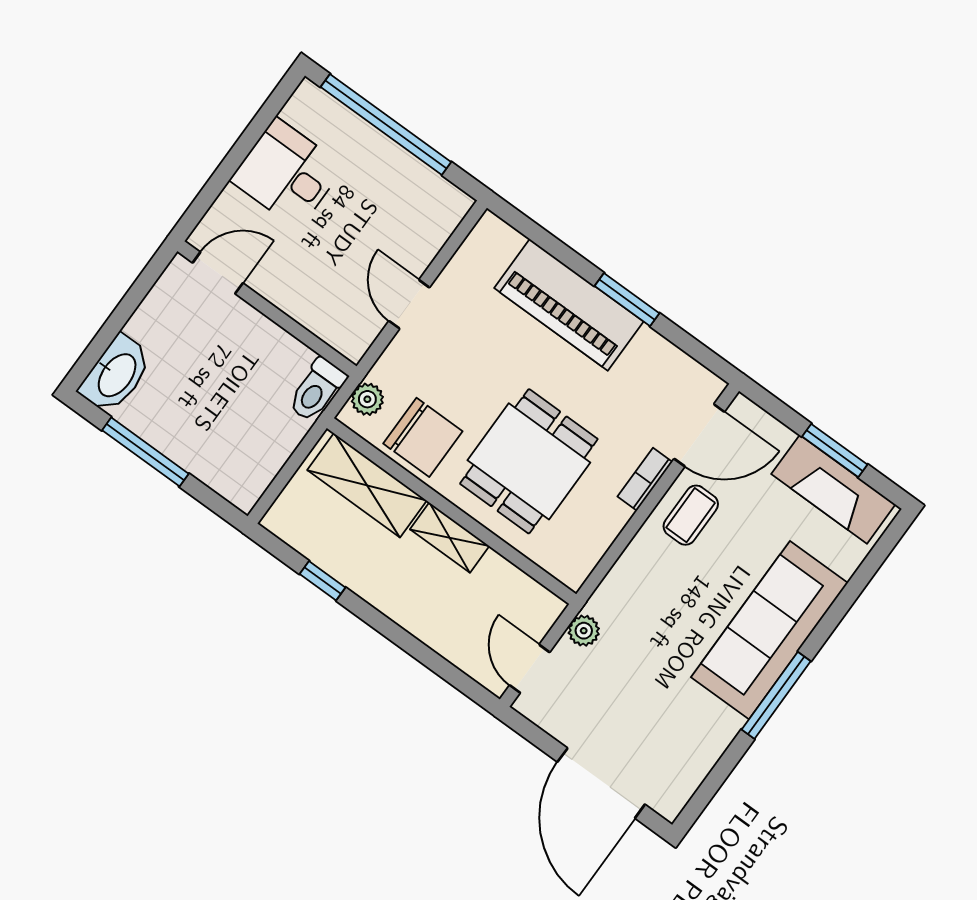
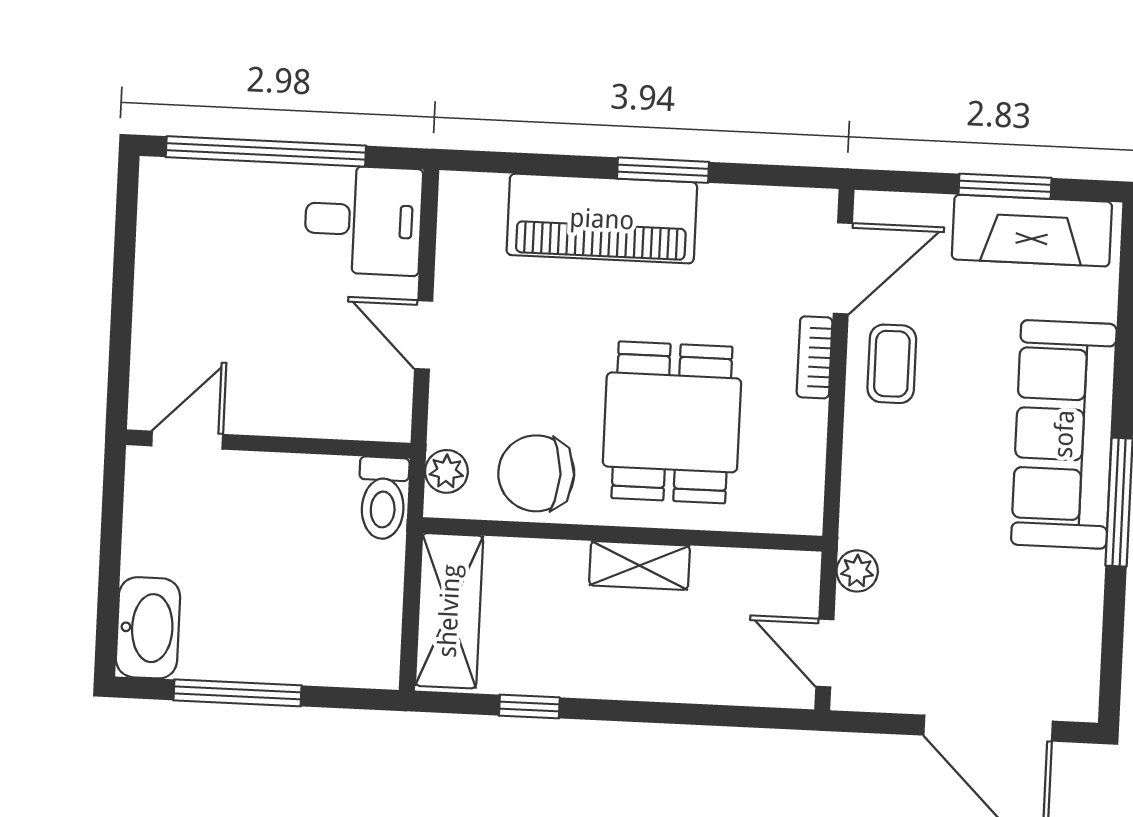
desk: (287, 173) -> (363, 220), moved, turned 180
chair: (423, 437) -> (536, 473), turned 180
shelving: (367, 485) -> (449, 611), moved, turned 90

